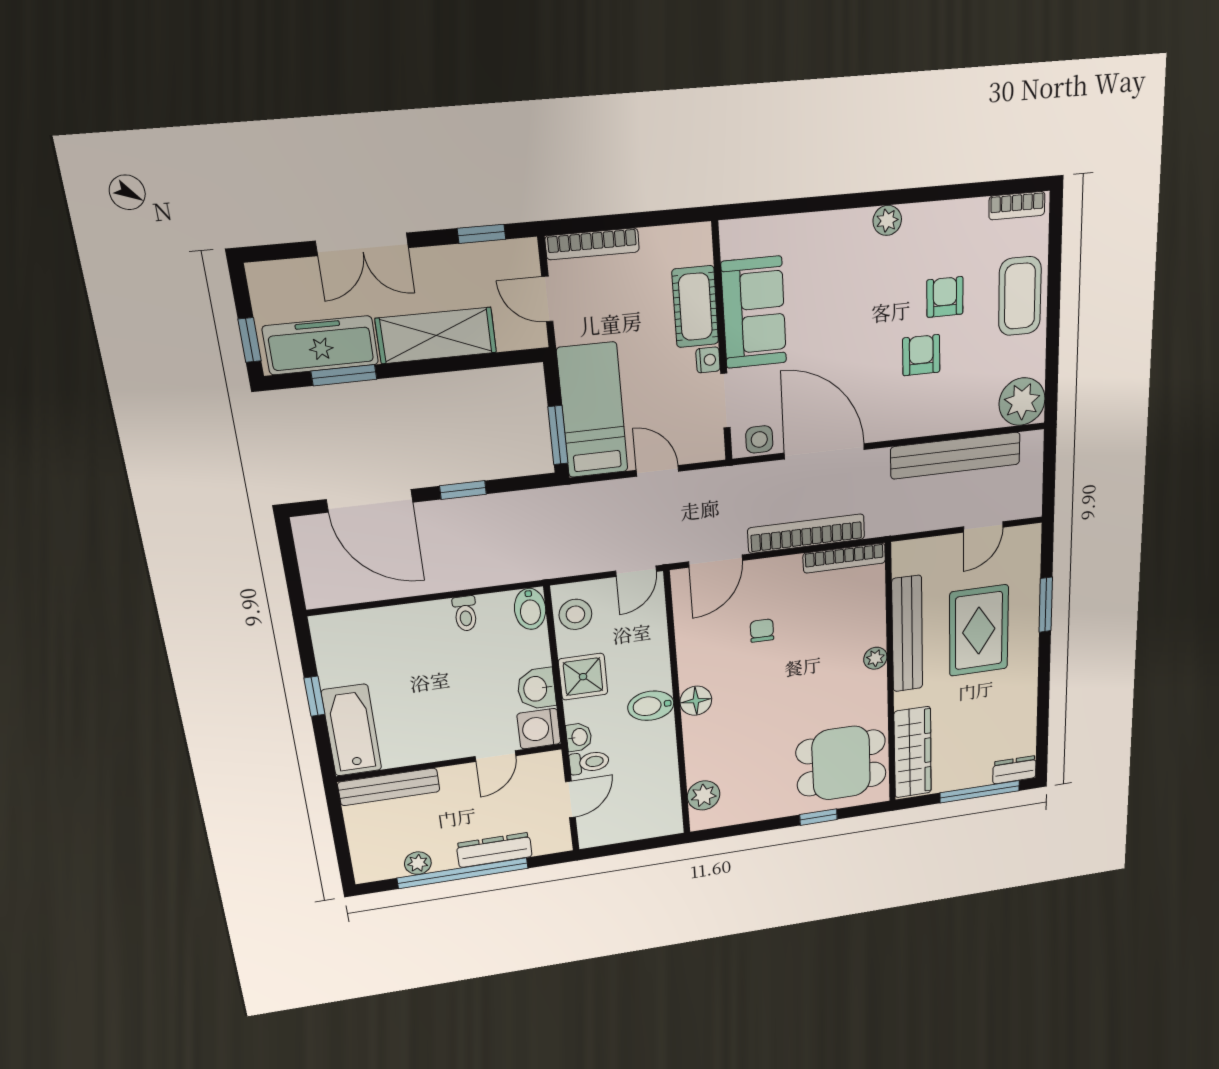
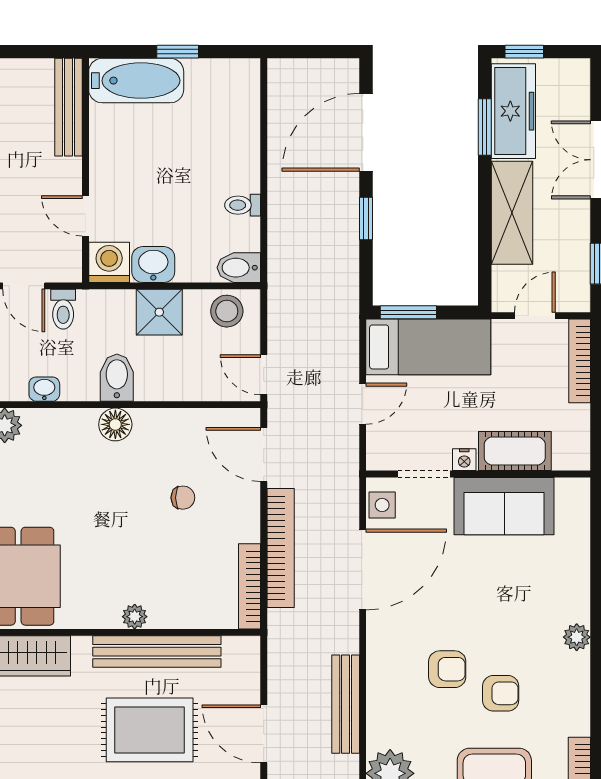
bench: (956, 456) -> (346, 704), width x0.73, depth x0.82
door: (983, 527) -> (264, 734), width x1.38
washbasin: (579, 737) -> (44, 389), moved, turned 180

